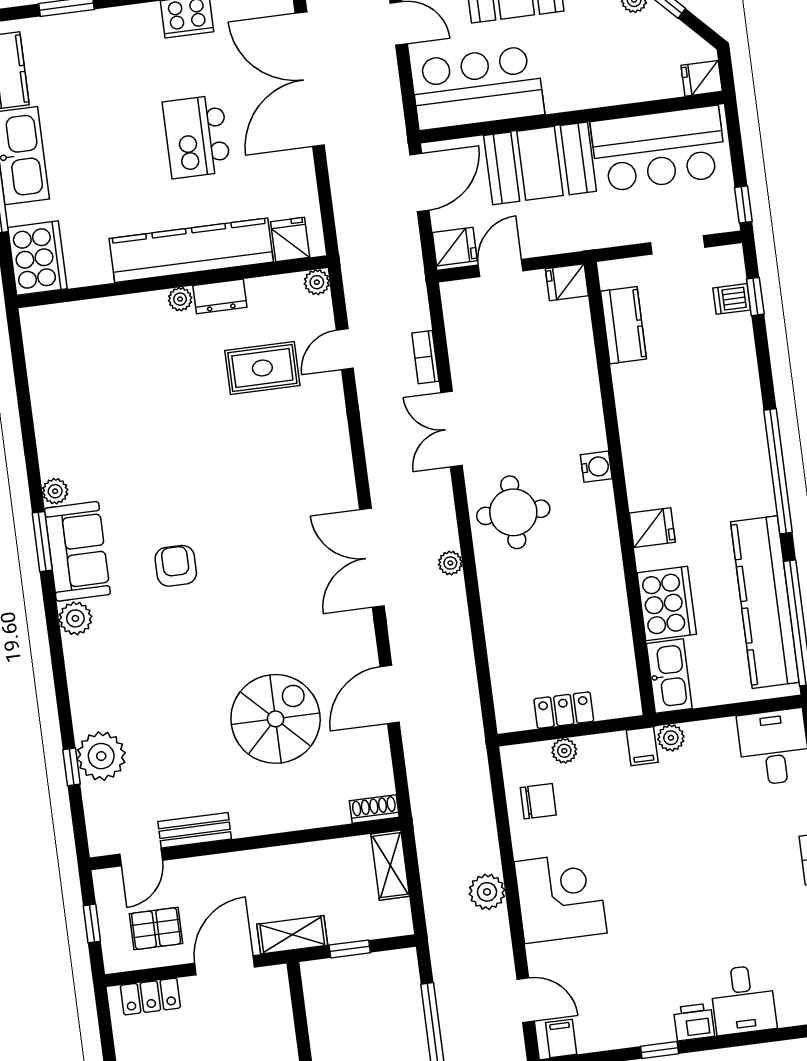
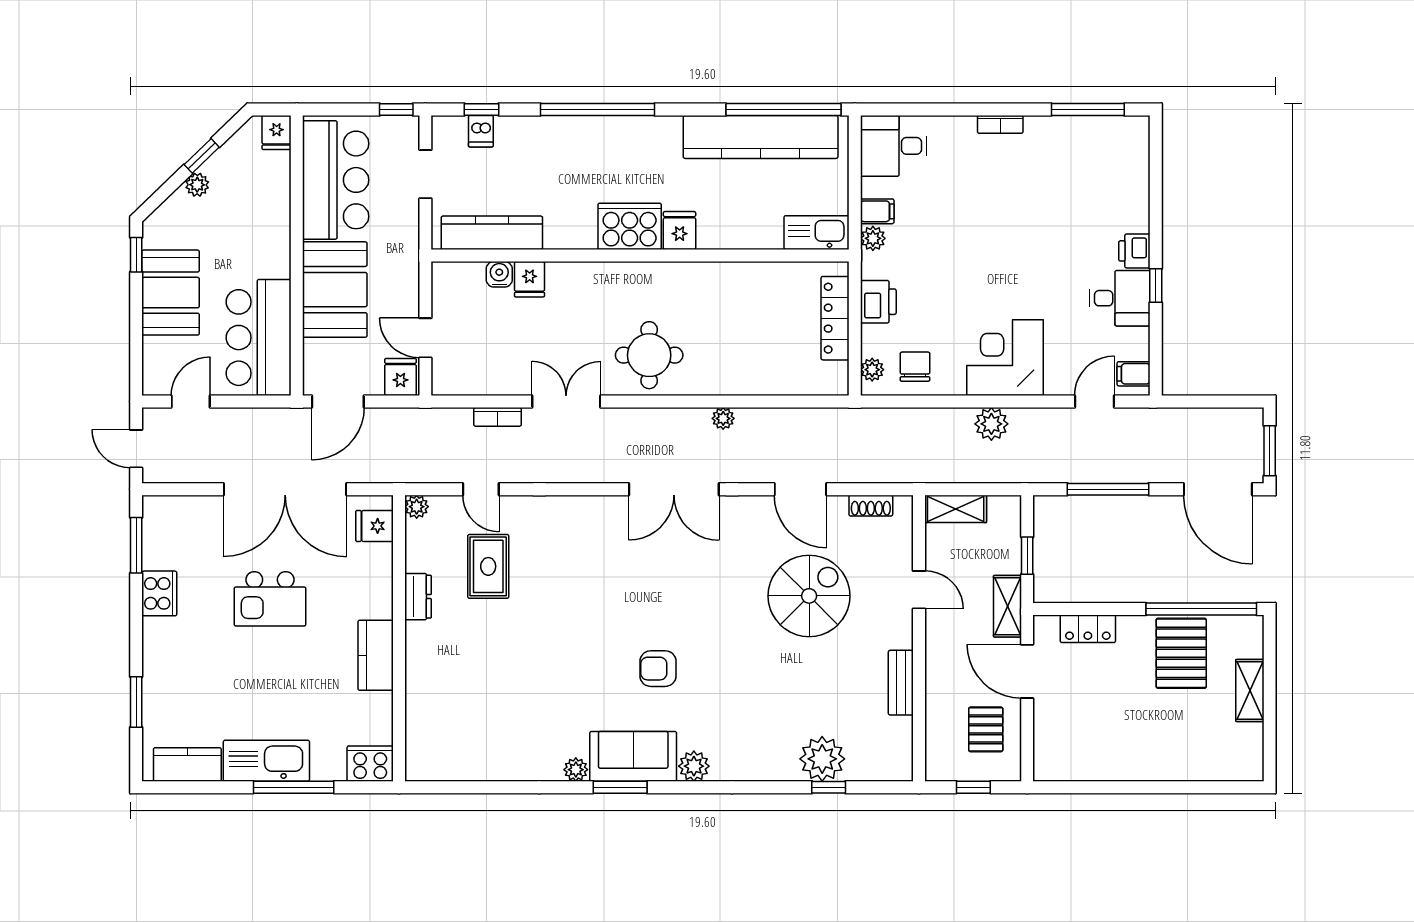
double door: (310, 79) -> (285, 489), moved
door: (419, 182) -> (338, 402), swing flipped
kitchen counter: (191, 250) -> (376, 655), width x0.48, depth x0.86
cooker: (37, 258) -> (370, 764), width x0.73, depth x0.76
fridge: (567, 282) -> (530, 279), moved
plant: (180, 299) -> (416, 633), removed
kitchen counter: (623, 325) -> (492, 233), width x1.50
double door: (451, 429) -> (566, 402), swing flipped
water cooler: (596, 467) -> (499, 274), moved
window: (778, 471) -> (597, 109), moved
plant: (450, 563) -> (723, 418), moved
cooker: (667, 604) -> (630, 226), moved
locker: (564, 710) -> (835, 318), width x1.53
spiral stairs: (276, 719) -> (809, 596), turned 90
filing cabinet: (642, 746) -> (877, 211), moved
plant: (564, 751) -> (872, 370), moved
printer: (603, 752) -> (878, 302), added
shoe rack: (374, 809) -> (871, 506), moved, turned -90
door: (141, 857) -> (919, 590), moved
locker: (150, 997) -> (1088, 629), moved, turned 90
desk: (743, 1000) -> (1120, 298), moved

